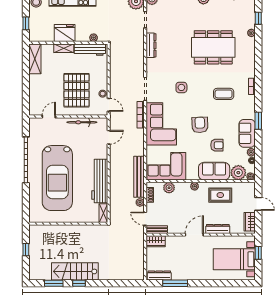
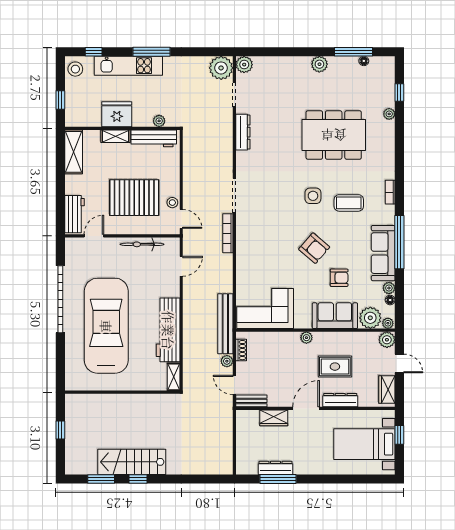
side table: (181, 87) -> (313, 196), moved
pallet: (77, 90) -> (134, 198), turned 90
workbench: (36, 102) -> (75, 214), added
window: (258, 121) -> (399, 242), width x2.11
corner sofa: (161, 124) -> (258, 247), removed
armchair: (200, 125) -> (314, 248), turned 133
sofa: (247, 133) -> (383, 253), width x1.36
car: (57, 178) -> (106, 326), turned 180
plant: (169, 188) -> (387, 340), moved
rug: (220, 195) -> (335, 367), moved
wardrobe: (156, 241) -> (274, 418), moved
dresser: (159, 276) -> (276, 468), moved

